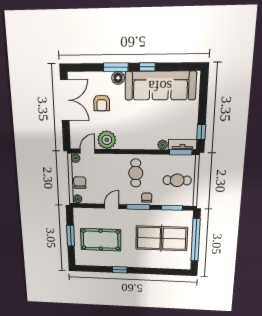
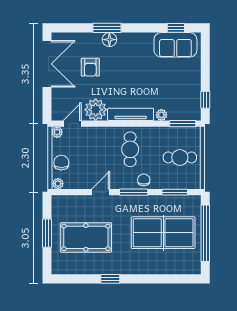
window: (147, 67) -> (176, 28), moved
sofa: (160, 86) -> (175, 45), width x0.54, depth x0.79
tv unit: (183, 144) -> (131, 114), moved, width x1.41

